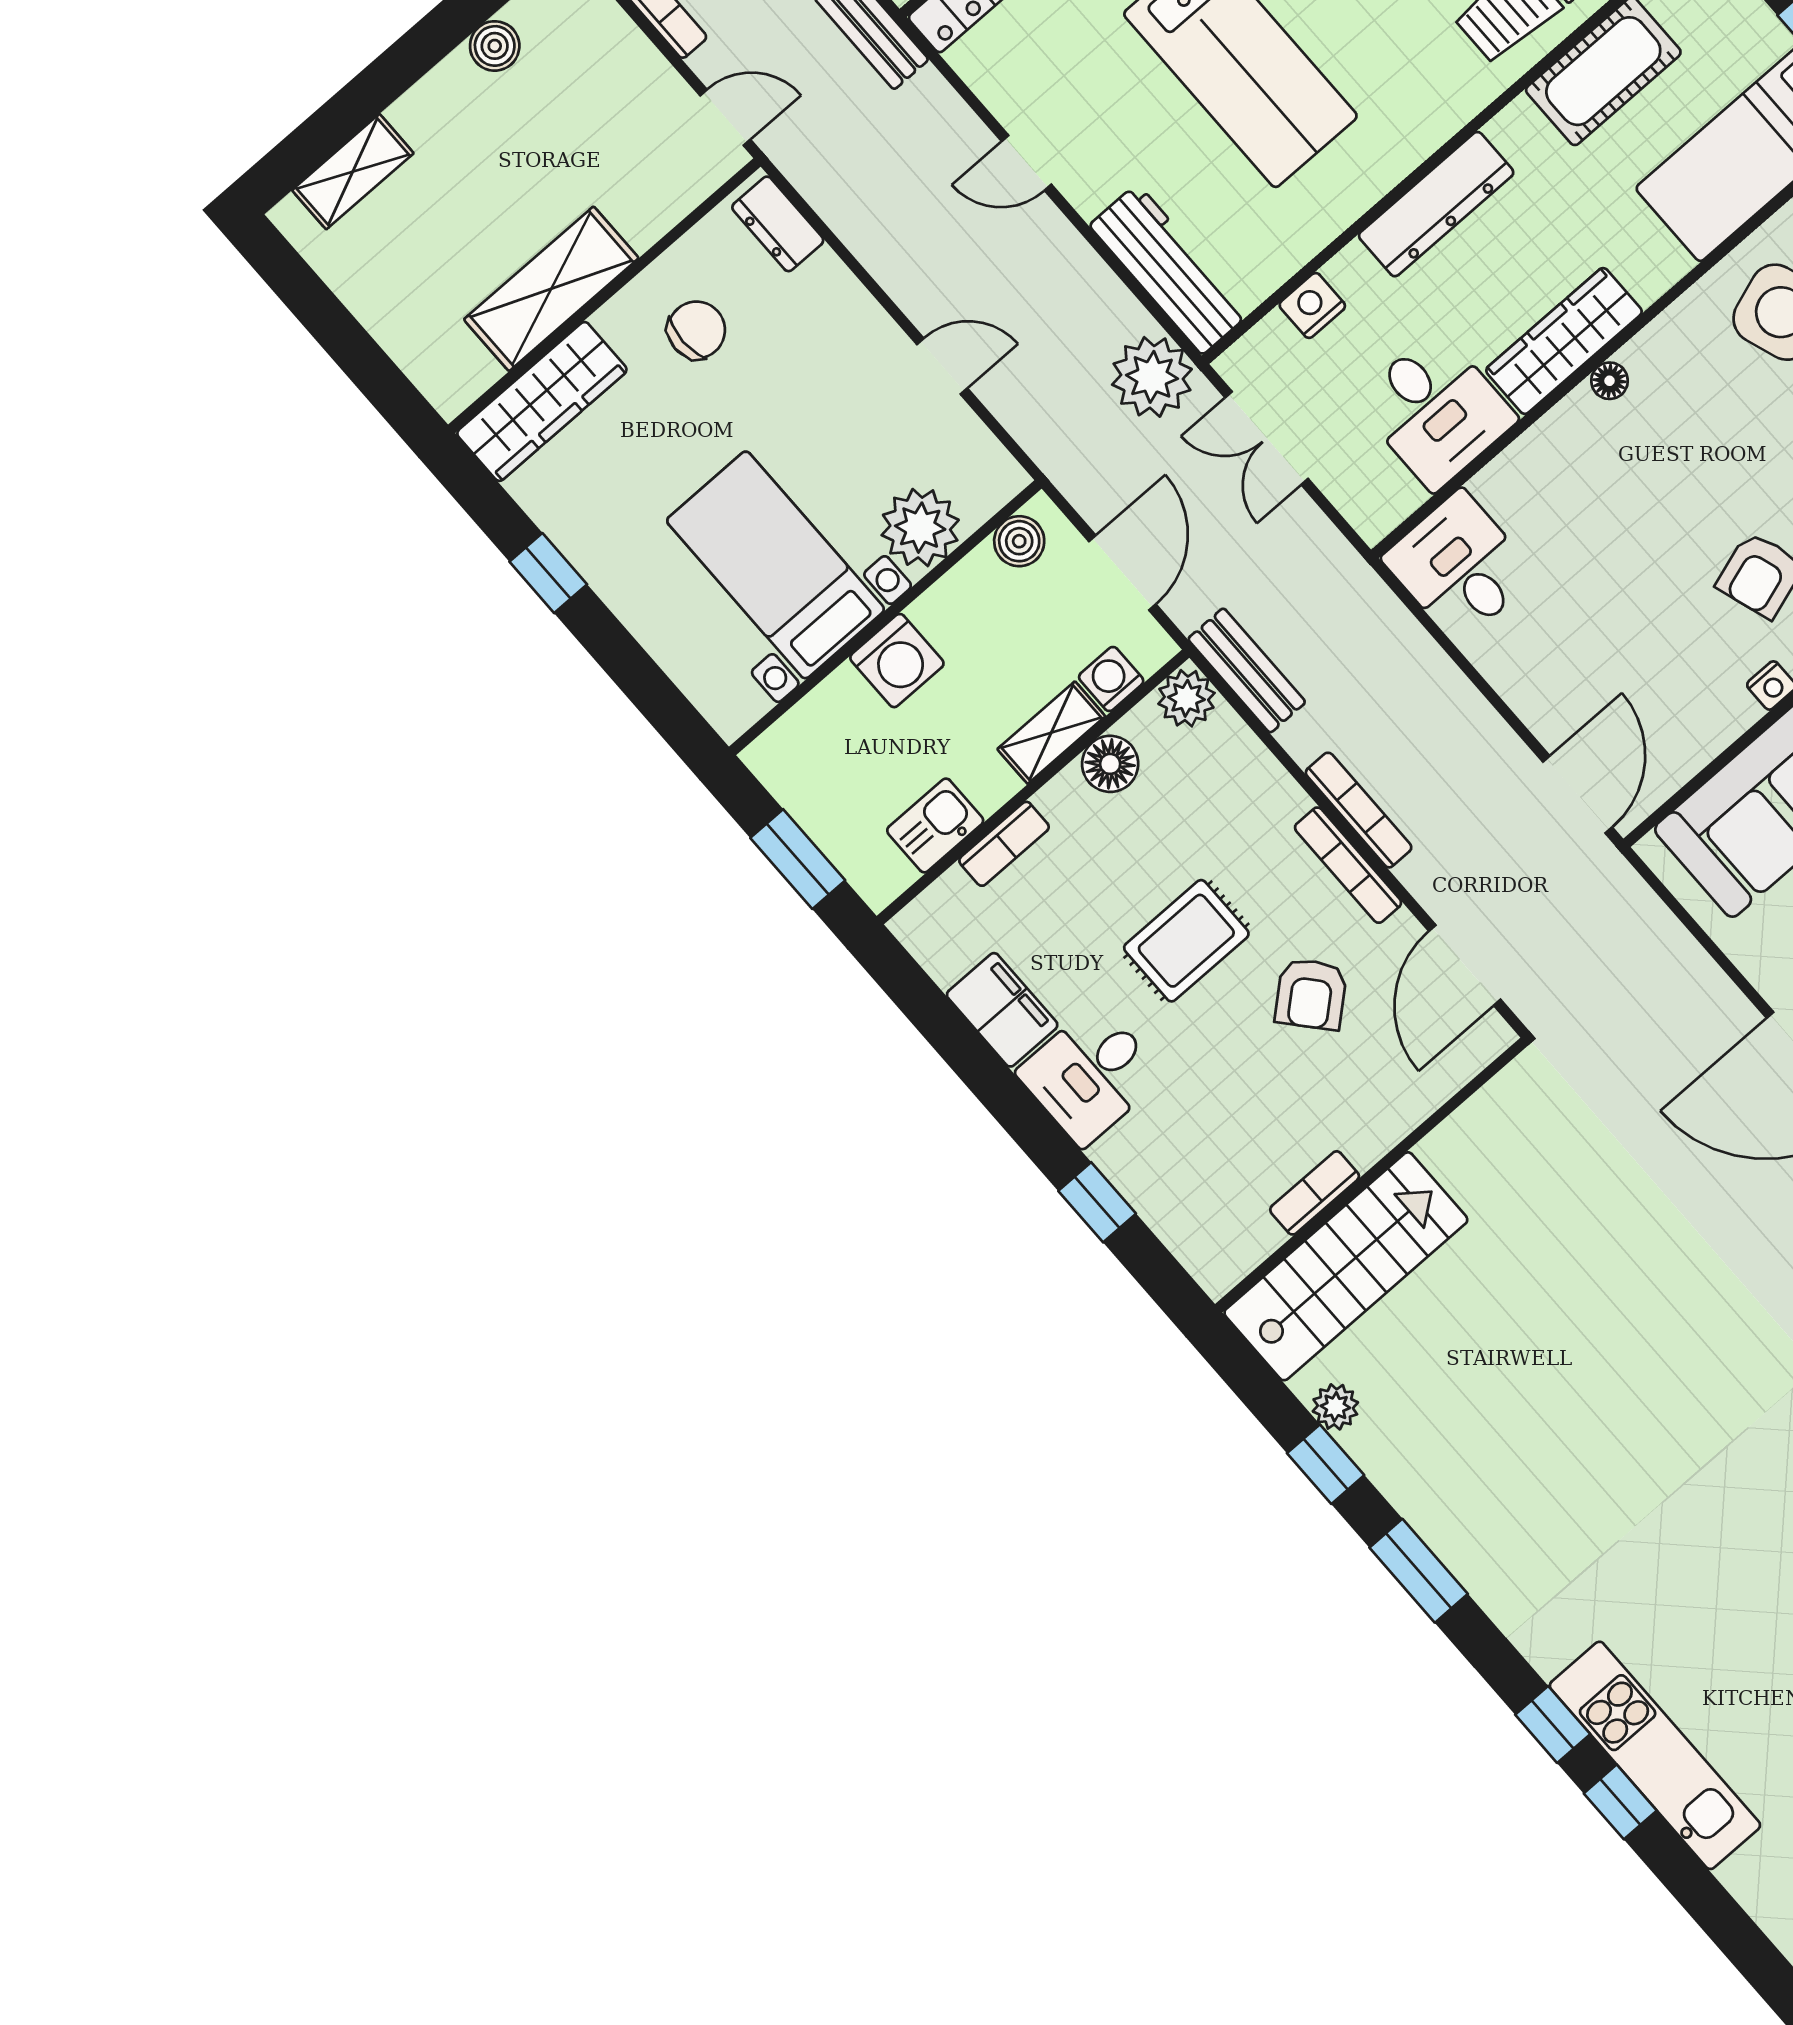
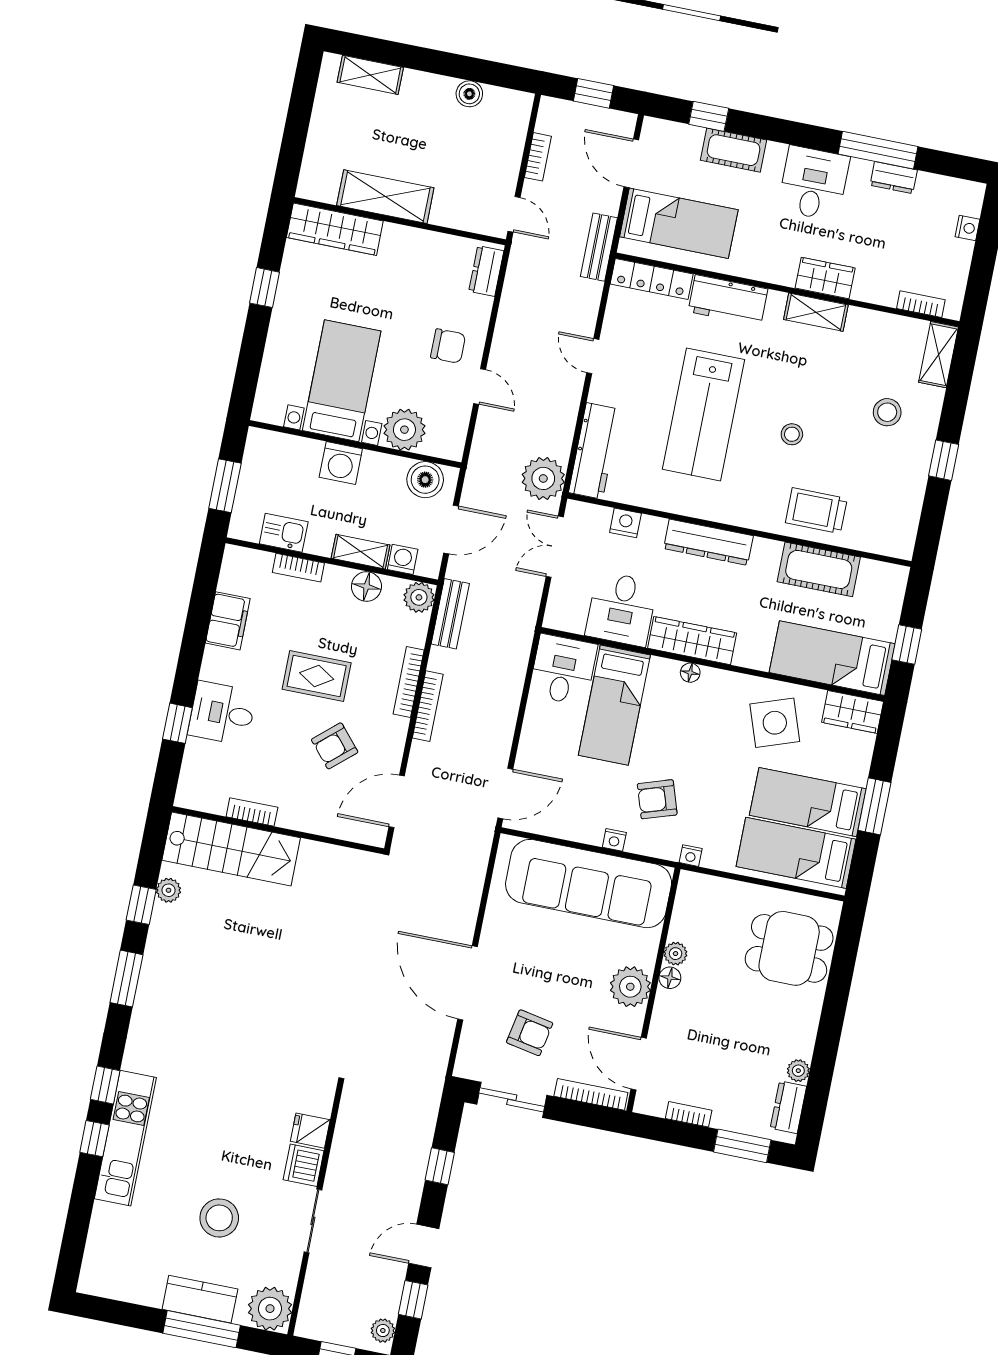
chair: (696, 330) -> (448, 346), moved
bed: (1571, 531) -> (614, 705), added
boiler: (1019, 541) -> (425, 480), width x1.36, depth x1.36
bookcase: (1348, 865) -> (409, 682), moved
desk: (1090, 1074) -> (222, 713), moved

